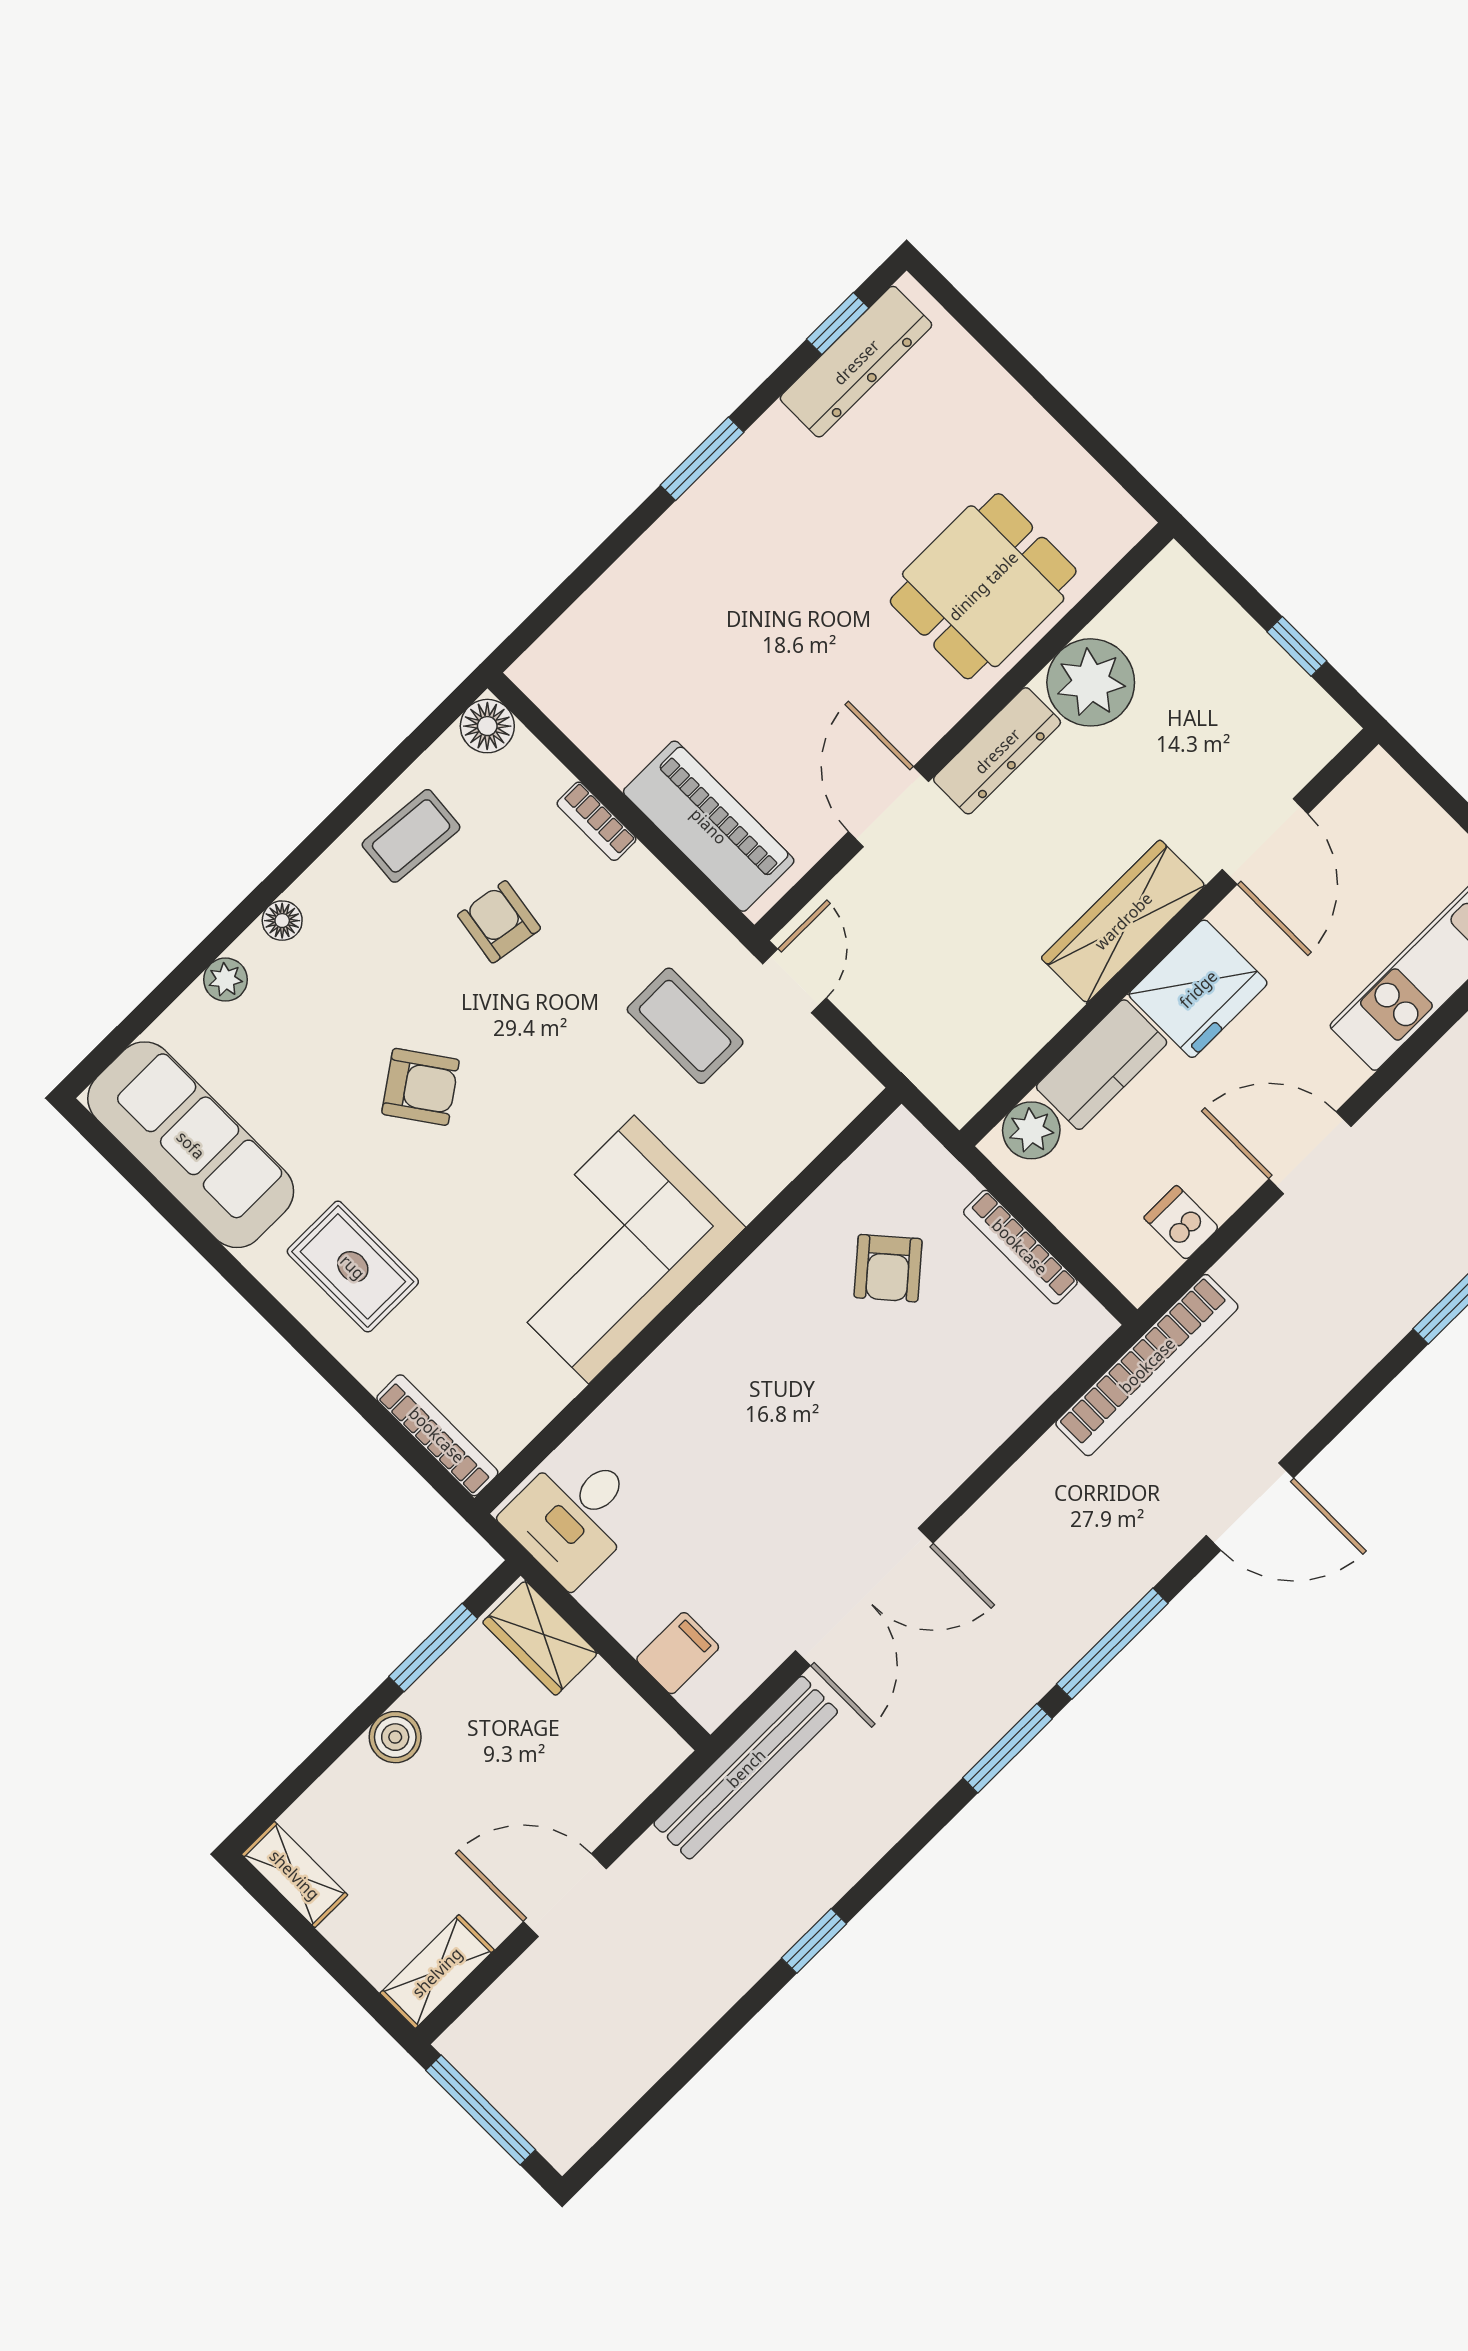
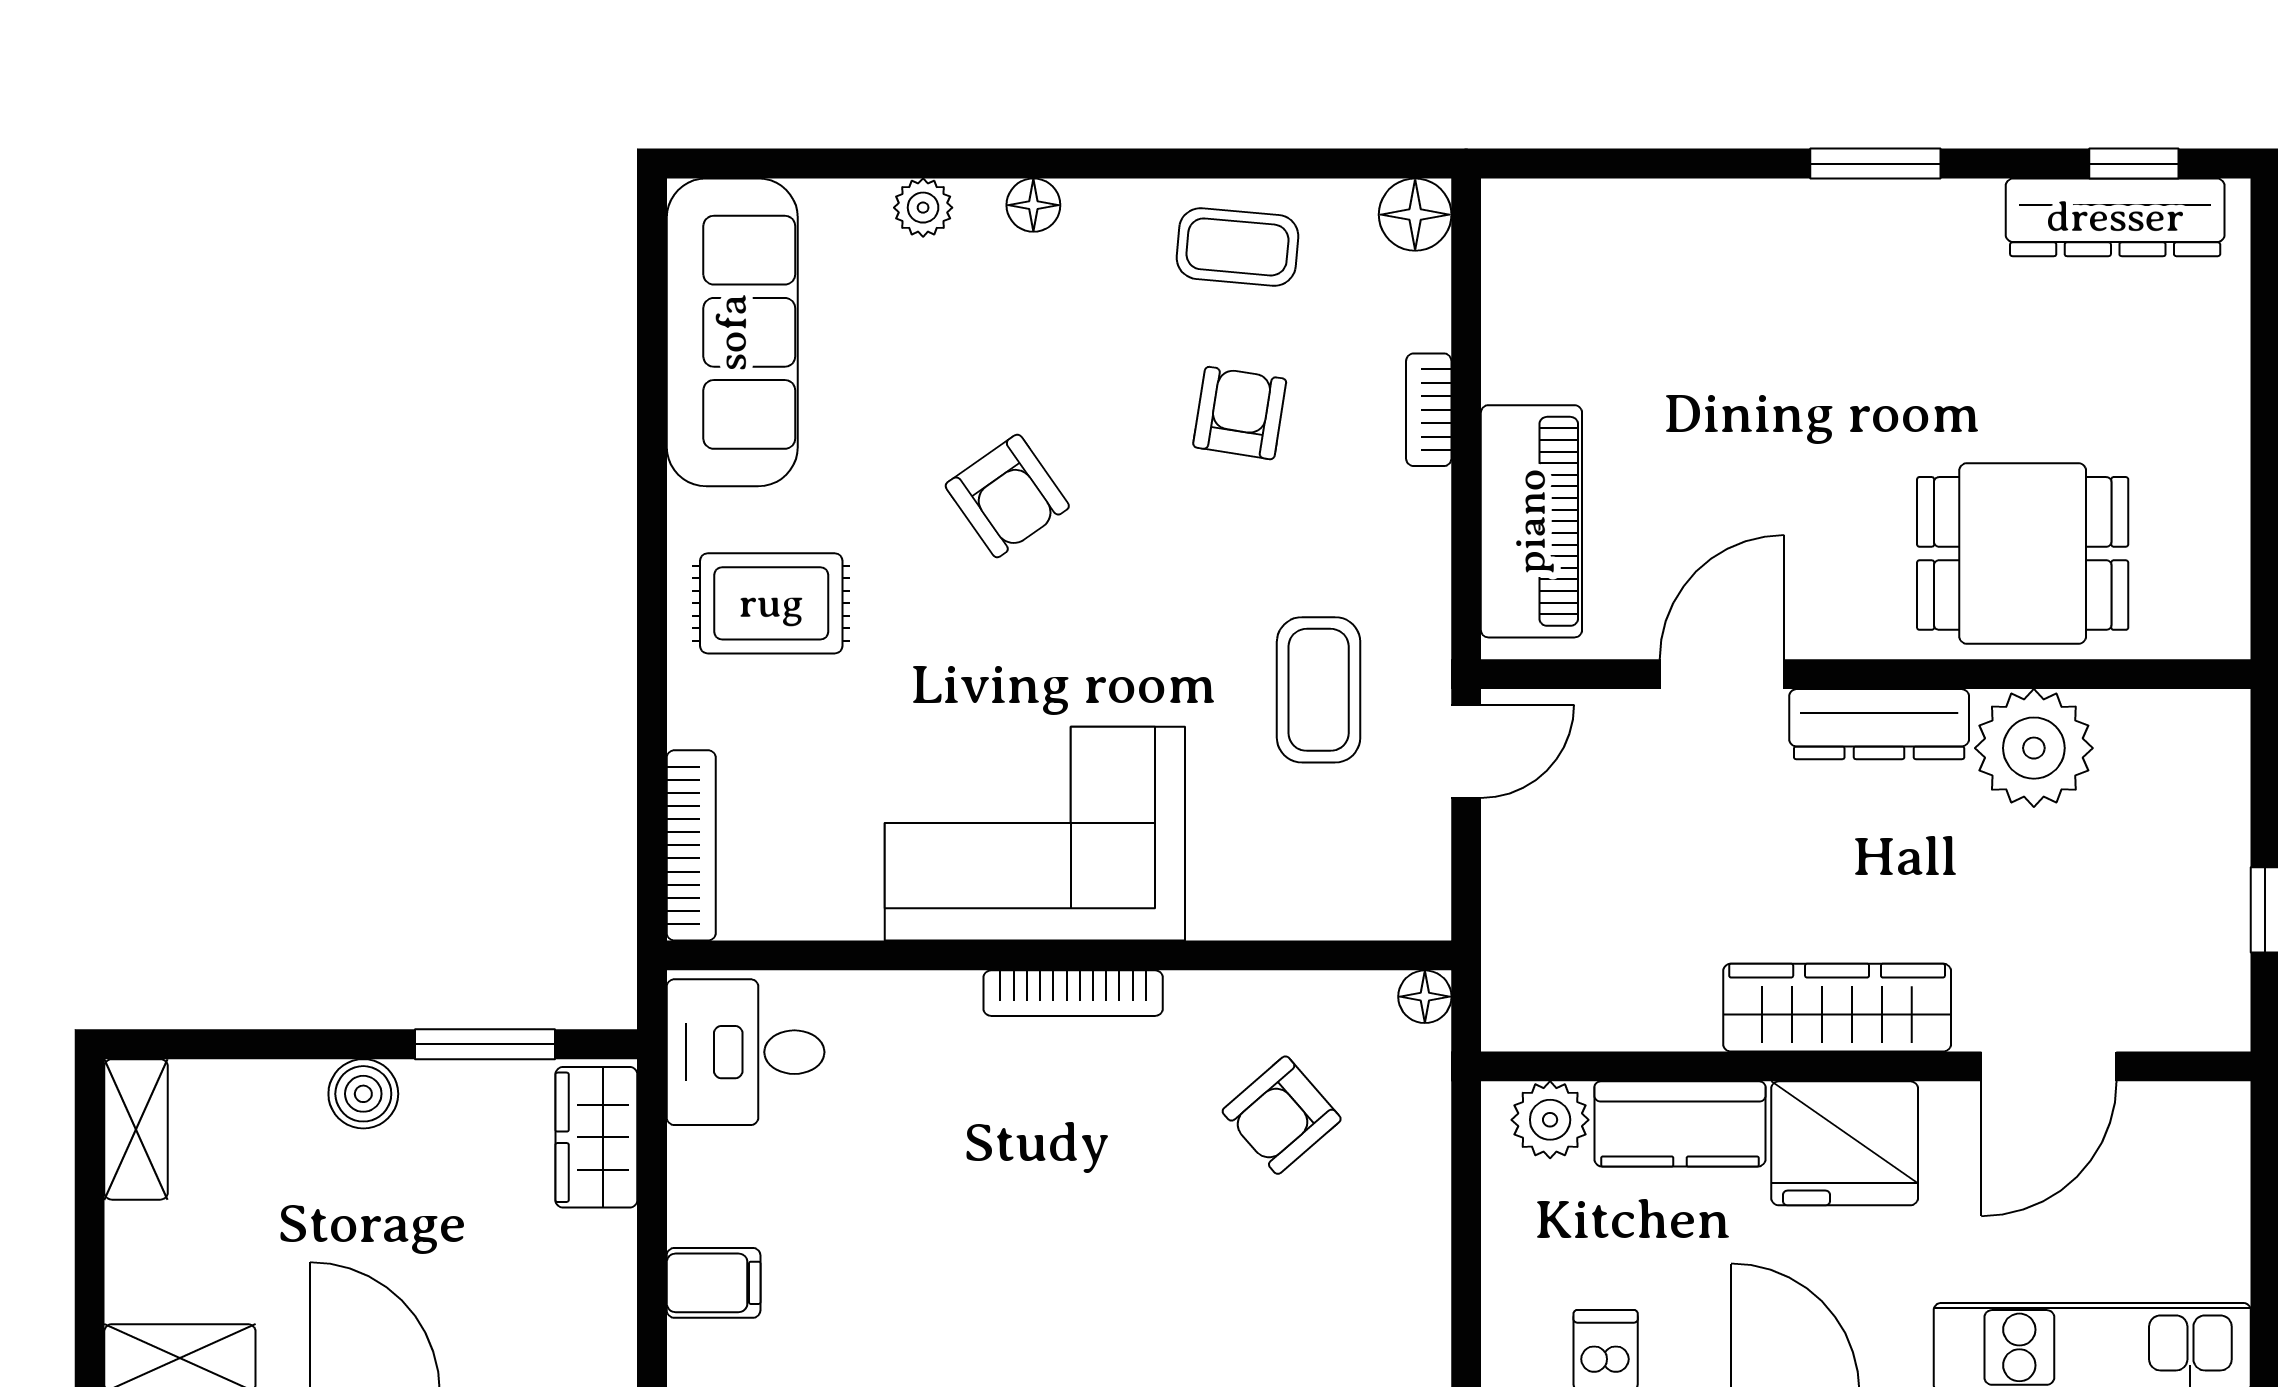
floor lamp: (901, 1131) -> (1425, 997), added
bookcase: (1020, 1247) -> (1073, 993), moved, turned -90
rug: (353, 1267) -> (771, 603), turned 90

